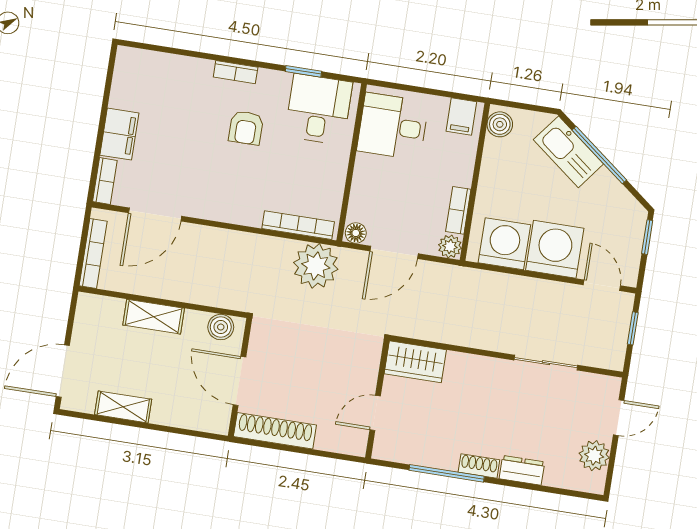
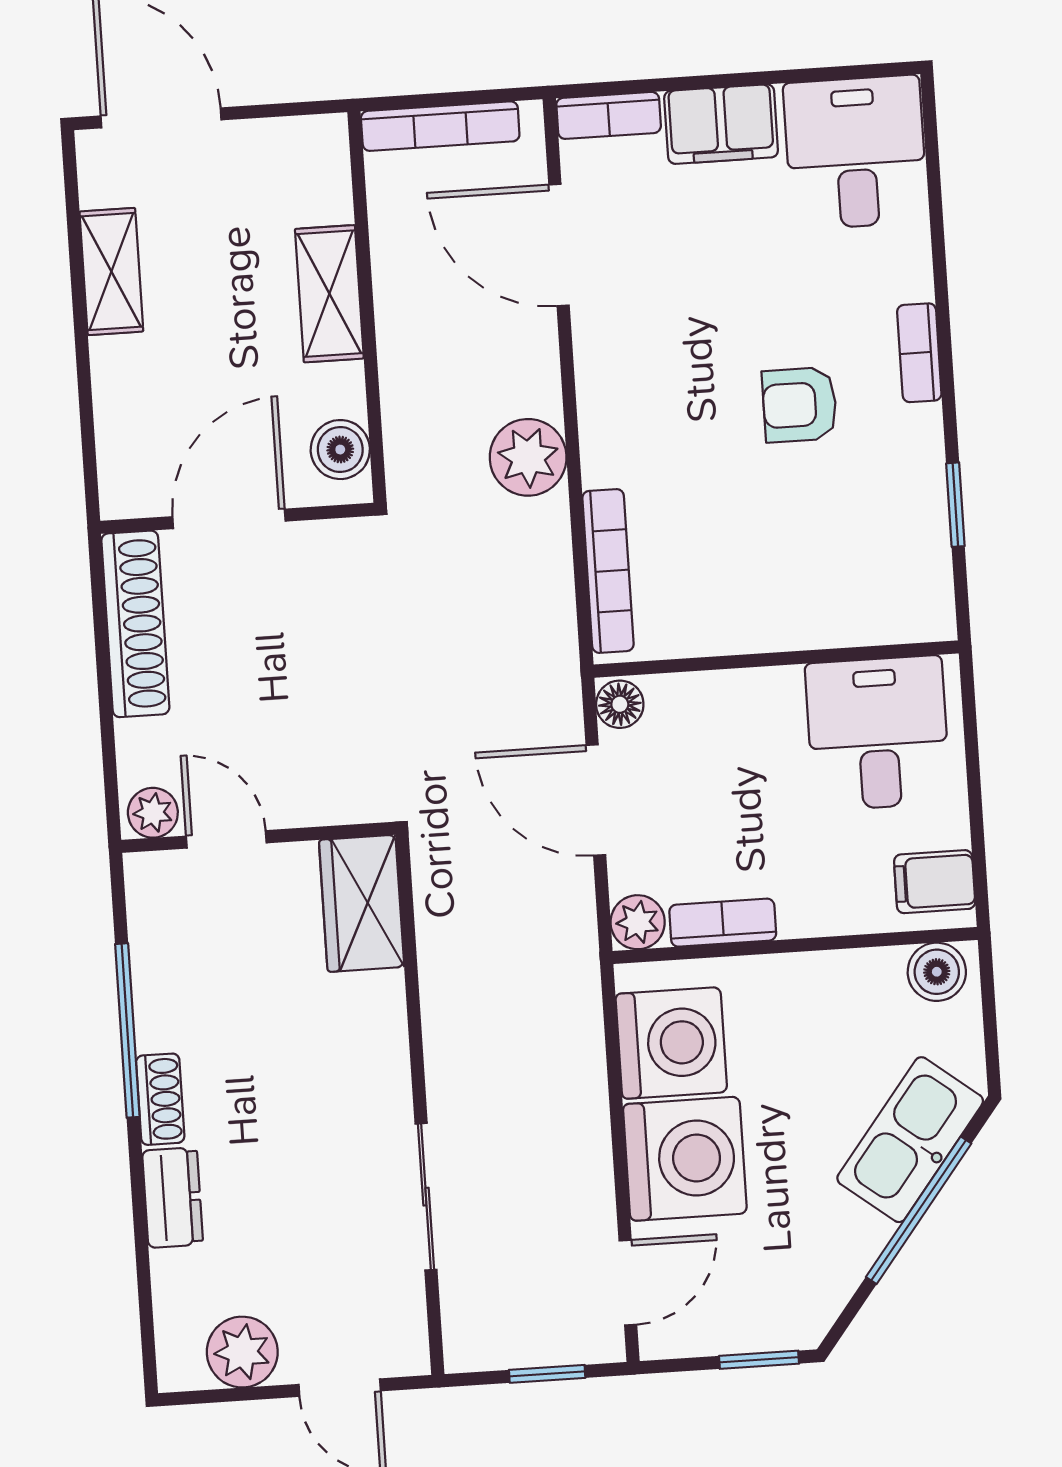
desk: (318, 109) -> (856, 152), moved, turned -90
plant: (316, 266) -> (528, 457), moved, width x0.73, depth x0.73
plant: (357, 442) -> (153, 813), added

